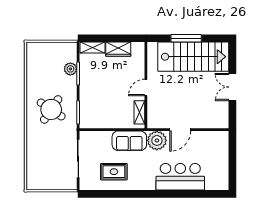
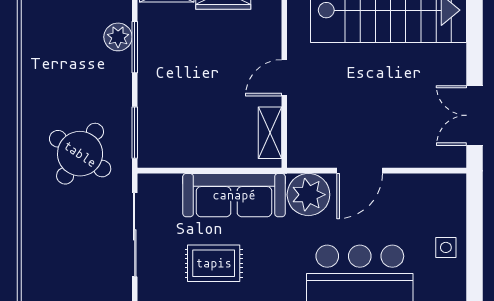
double door: (232, 87) -> (475, 115), moved
round table: (51, 109) -> (80, 154), moved
sofa: (129, 141) -> (234, 195), width x1.36
side table: (219, 165) -> (446, 247), added

